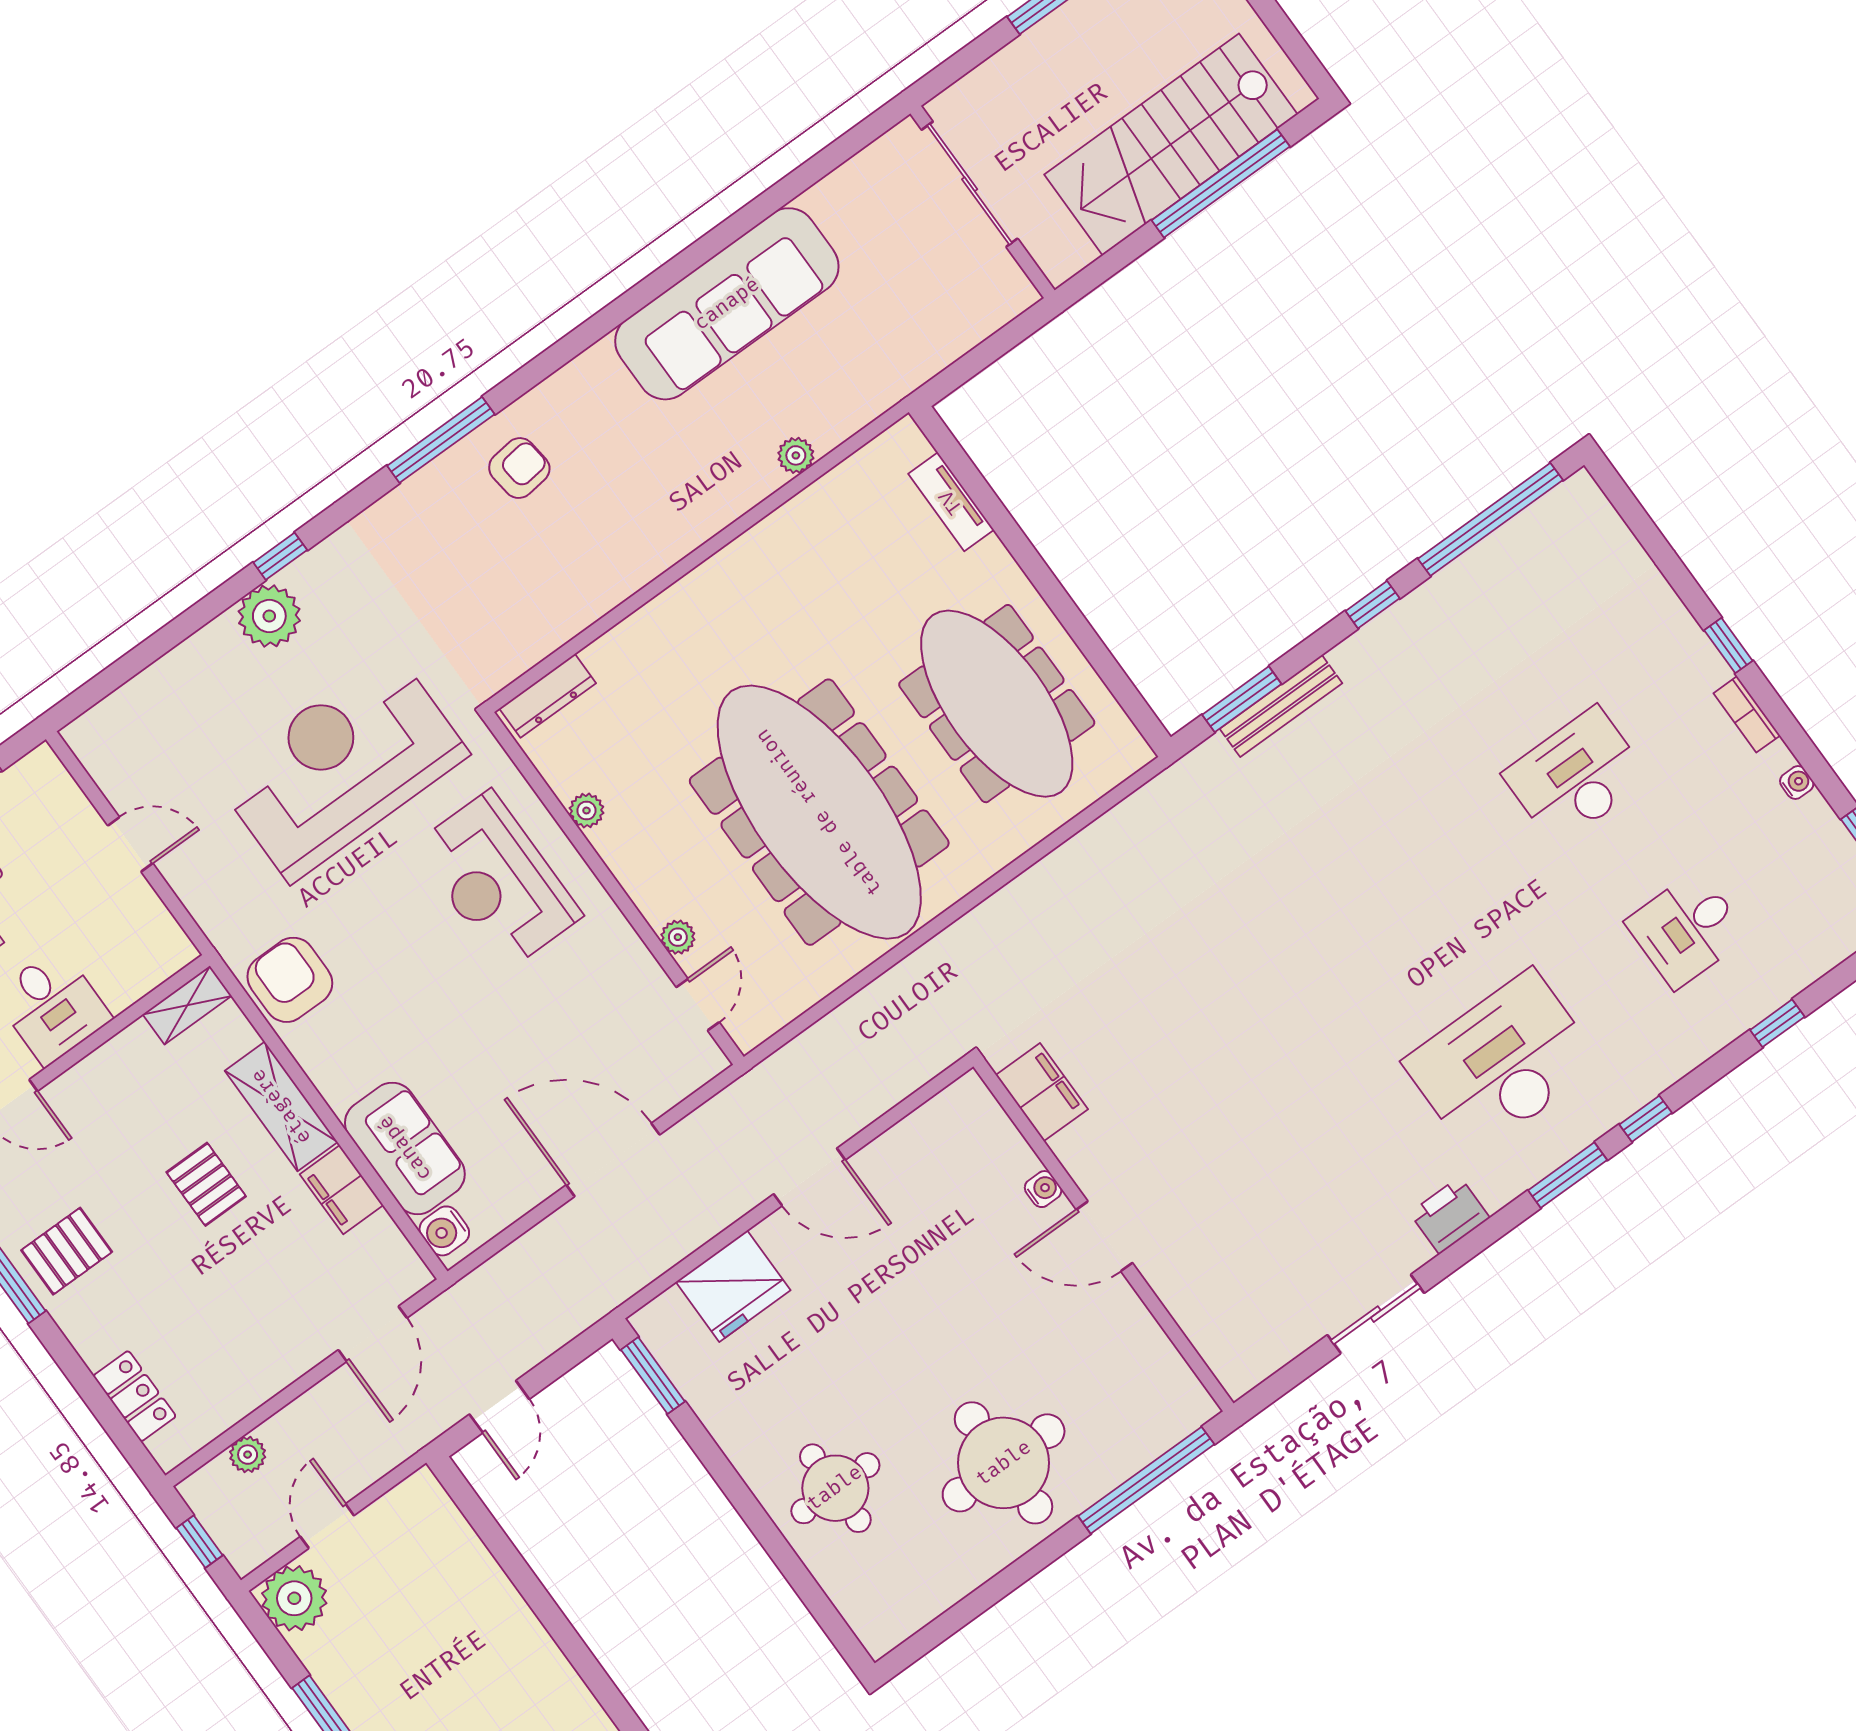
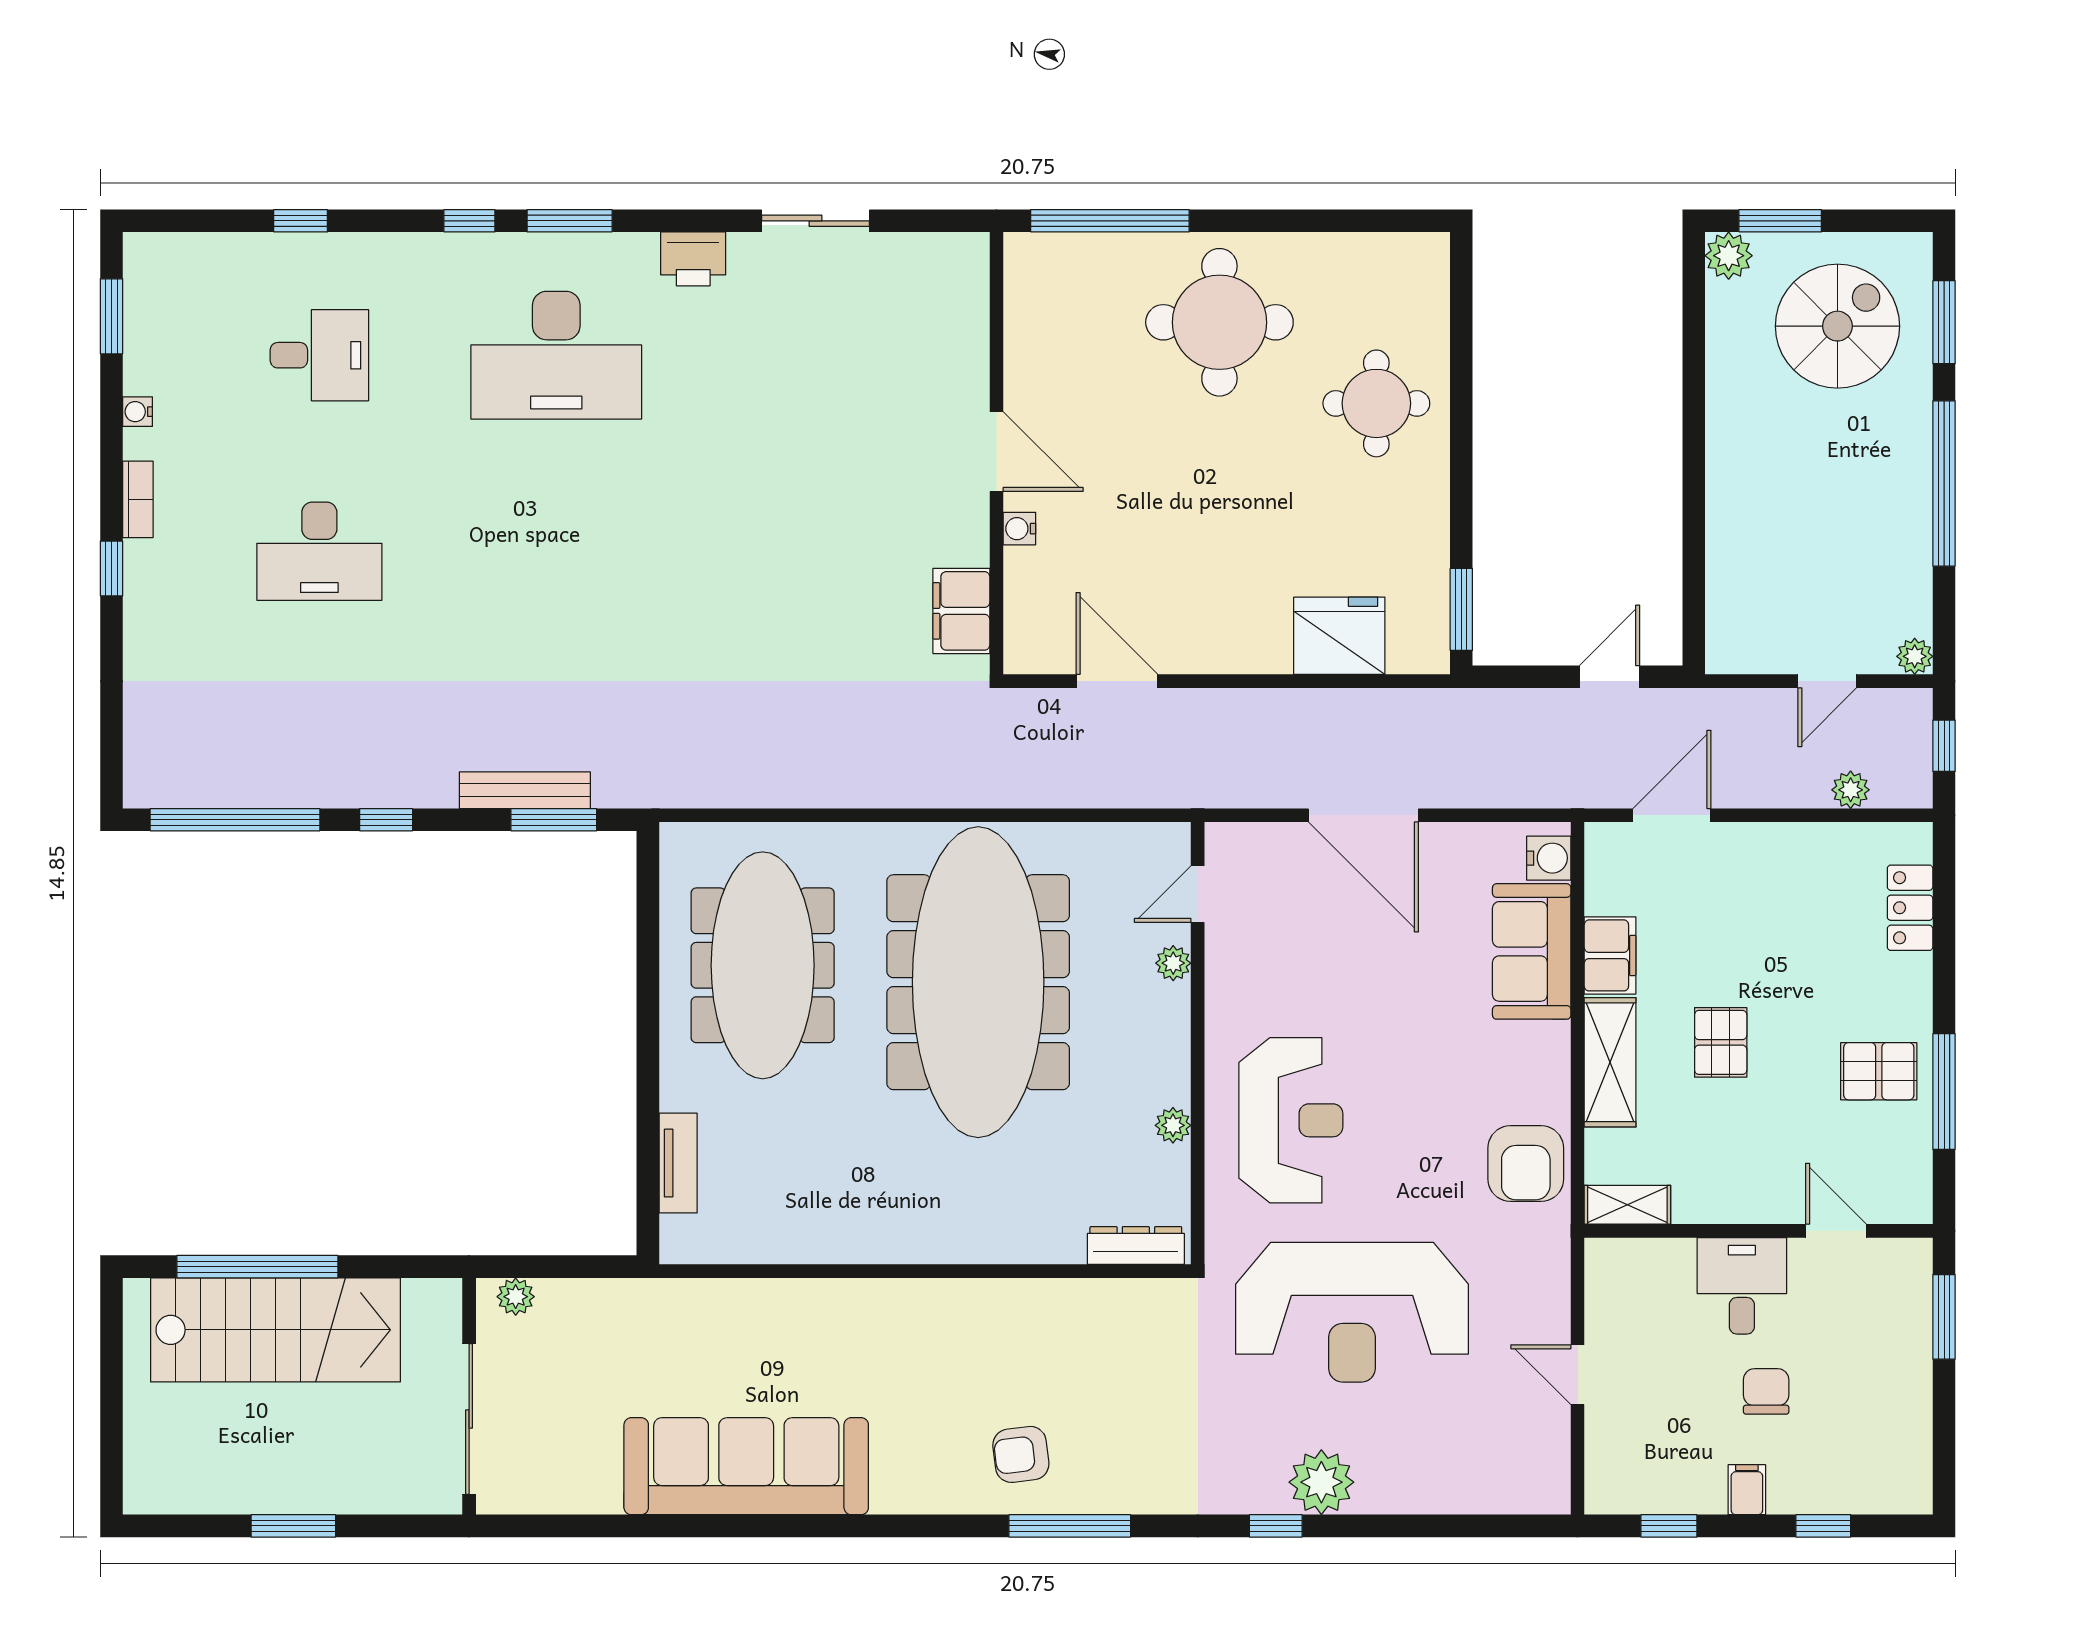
plant: (796, 455) -> (516, 1297), moved
door: (809, 1177) -> (1117, 681), moved
plant: (294, 1598) -> (1915, 656), width x0.53, depth x0.53

